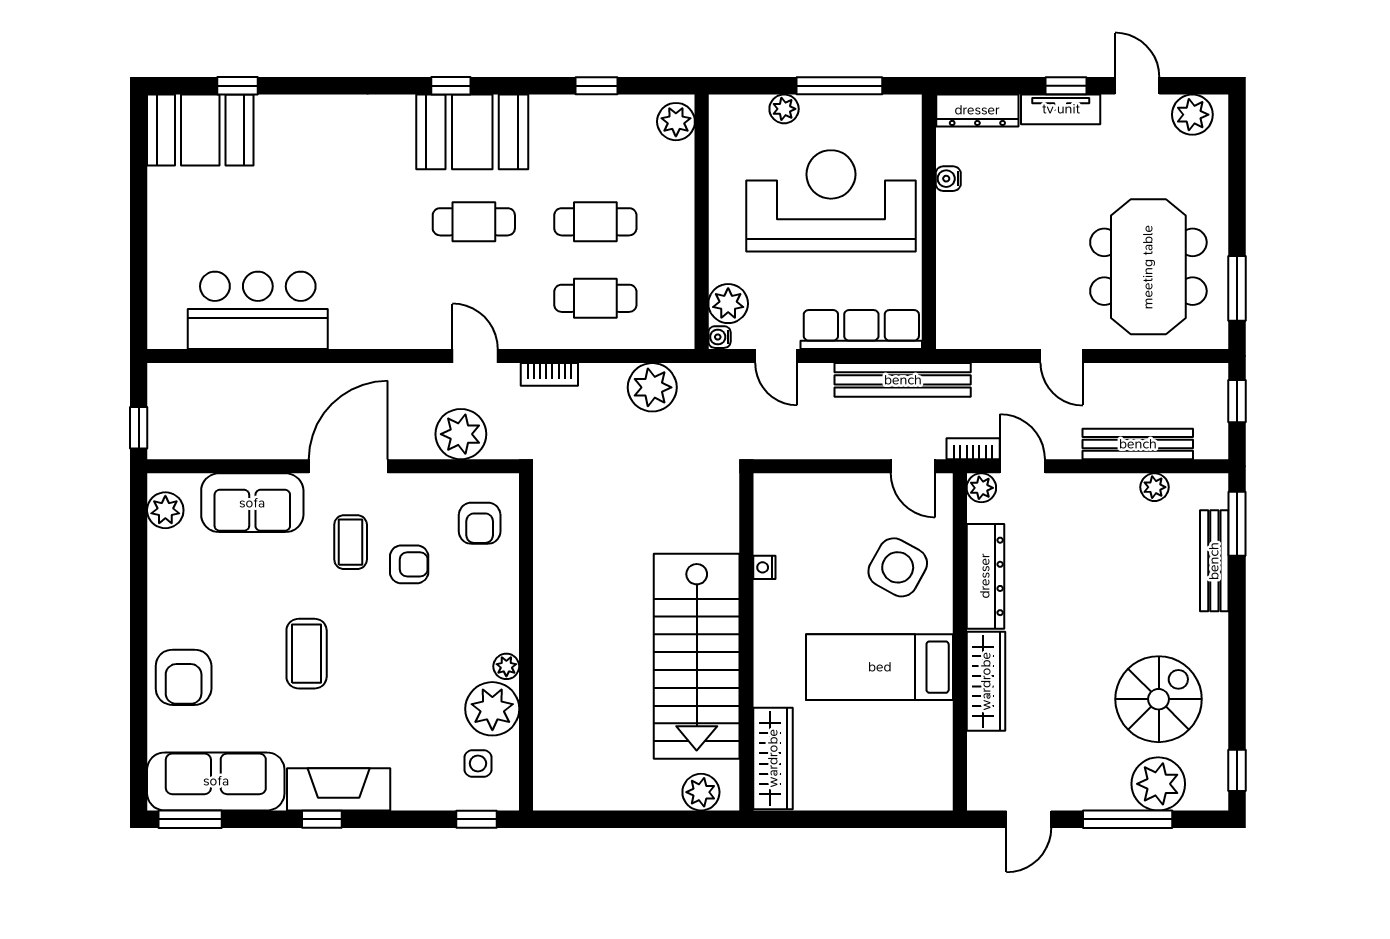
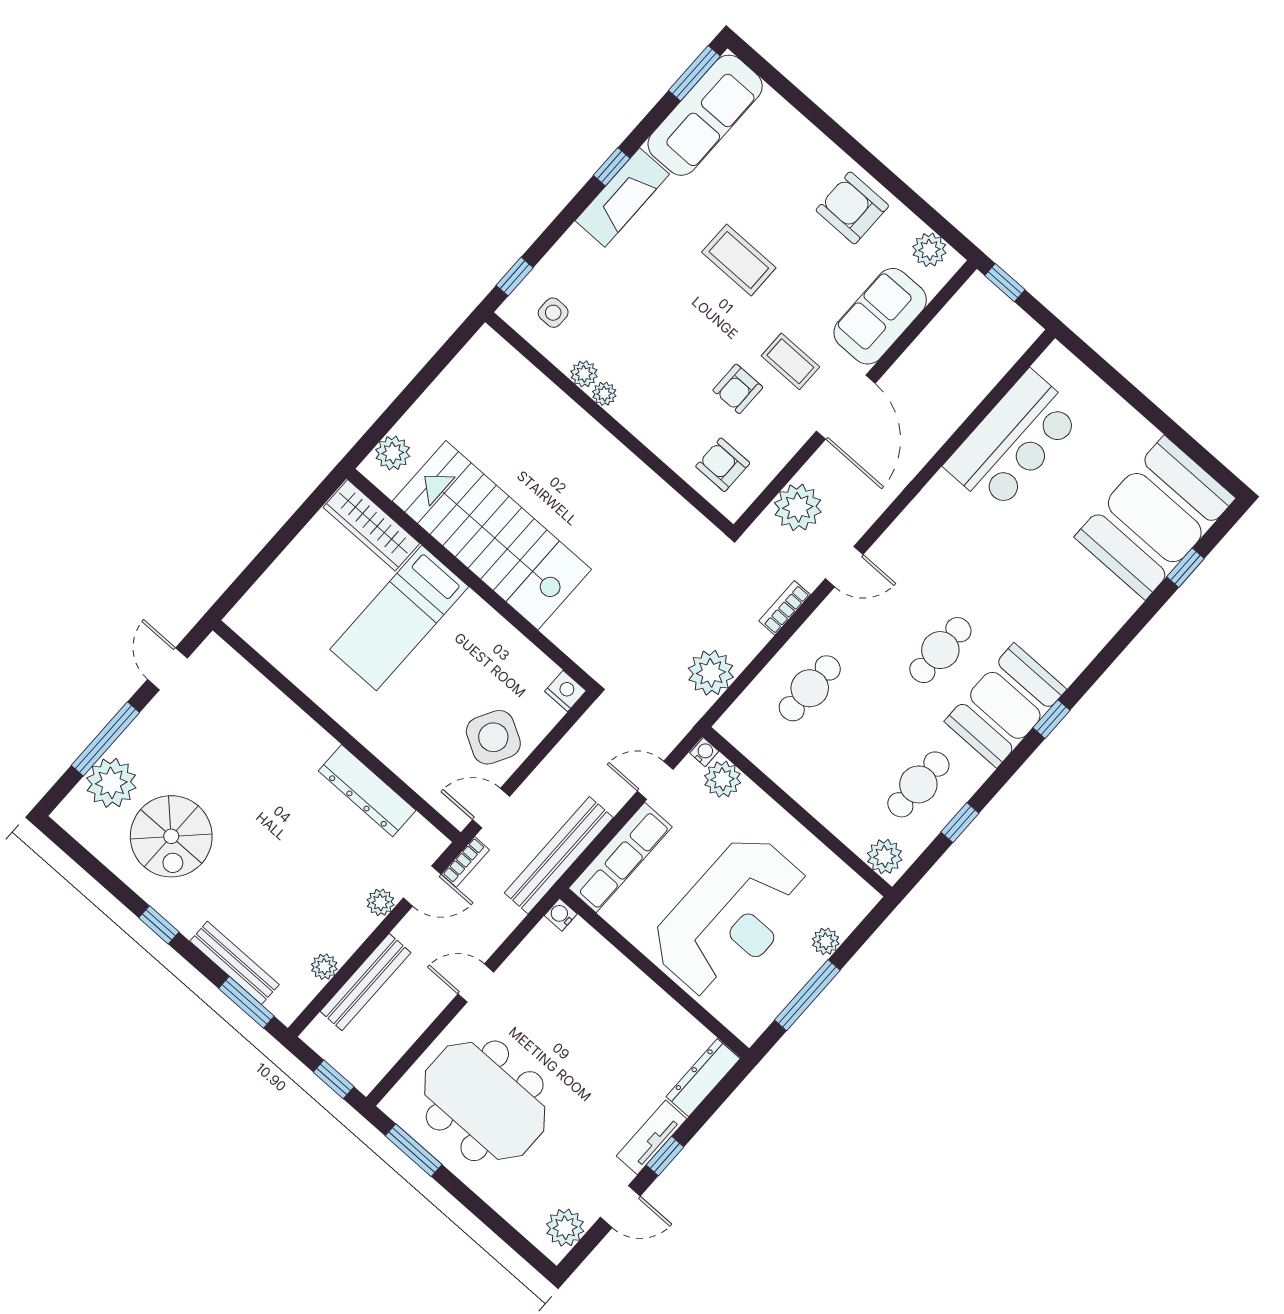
booth: (200, 130) -> (1155, 518), width x1.36, depth x1.42
water cooler: (948, 179) -> (561, 915), moved, turned -90
cafe table: (595, 222) -> (918, 784), moved
plant: (981, 488) -> (380, 902), moved
nightstand: (764, 567) -> (565, 691), moved, width x1.39, depth x1.35
side table: (898, 567) -> (493, 737), moved
bed: (880, 667) -> (399, 618), moved, turned 180
armchair: (184, 677) -> (852, 208), moved
wardrobe: (986, 681) -> (292, 725), removed
plant: (492, 709) -> (584, 374), width x0.53, depth x0.53
window: (1237, 770) -> (159, 925), moved

